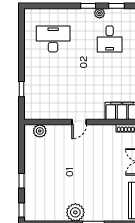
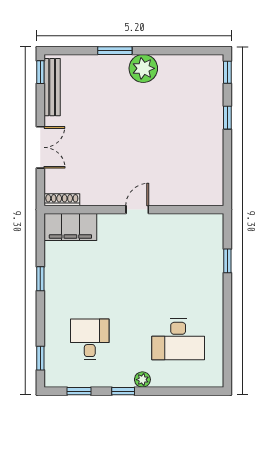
plant: (100, 13) -> (142, 380), moved
plant: (40, 131) -> (199, 196), removed

